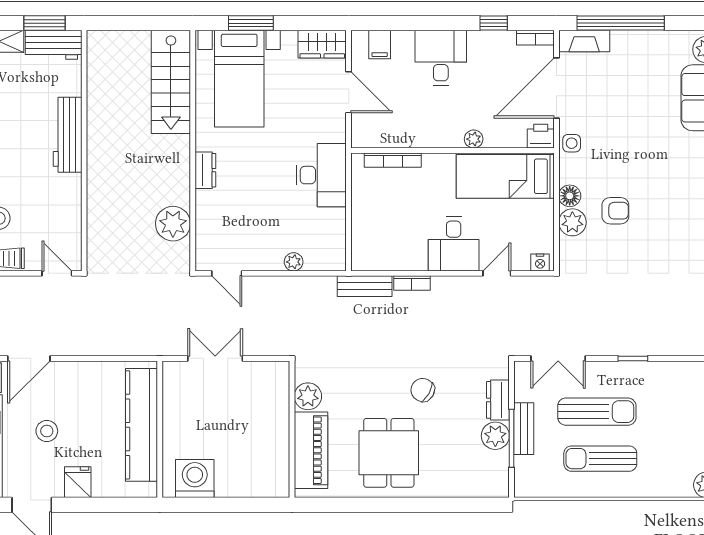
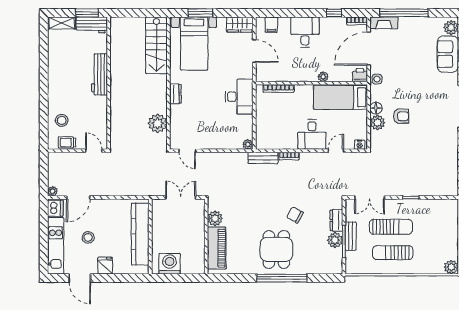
plant: (294, 262) -> (248, 144), moved
plant: (308, 396) -> (215, 218), moved
wall: (292, 429) -> (206, 237), moved
piano: (311, 450) -> (217, 248), moved
window: (399, 505) -> (282, 278), added

